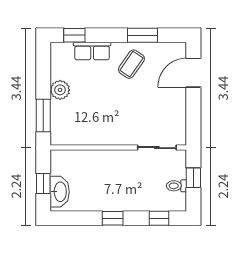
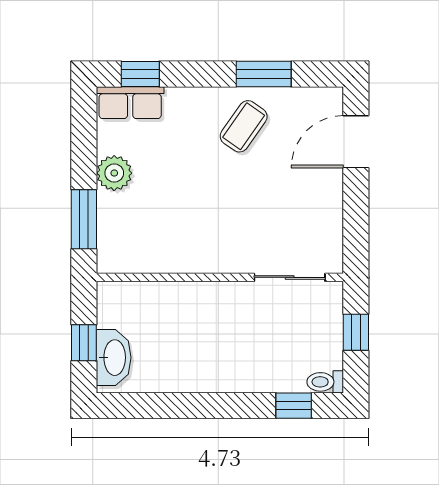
row of seats: (92, 51) -> (130, 103), moved
toilet: (176, 186) -> (325, 382), moved
window: (113, 218) -> (210, 406), removed

